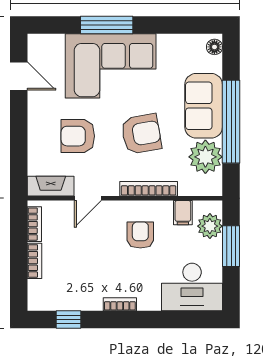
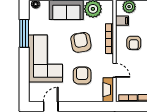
window: (107, 25) -> (24, 33), moved
armchair: (78, 136) -> (82, 76), turned 180
armchair: (140, 235) -> (134, 43), turned -90

